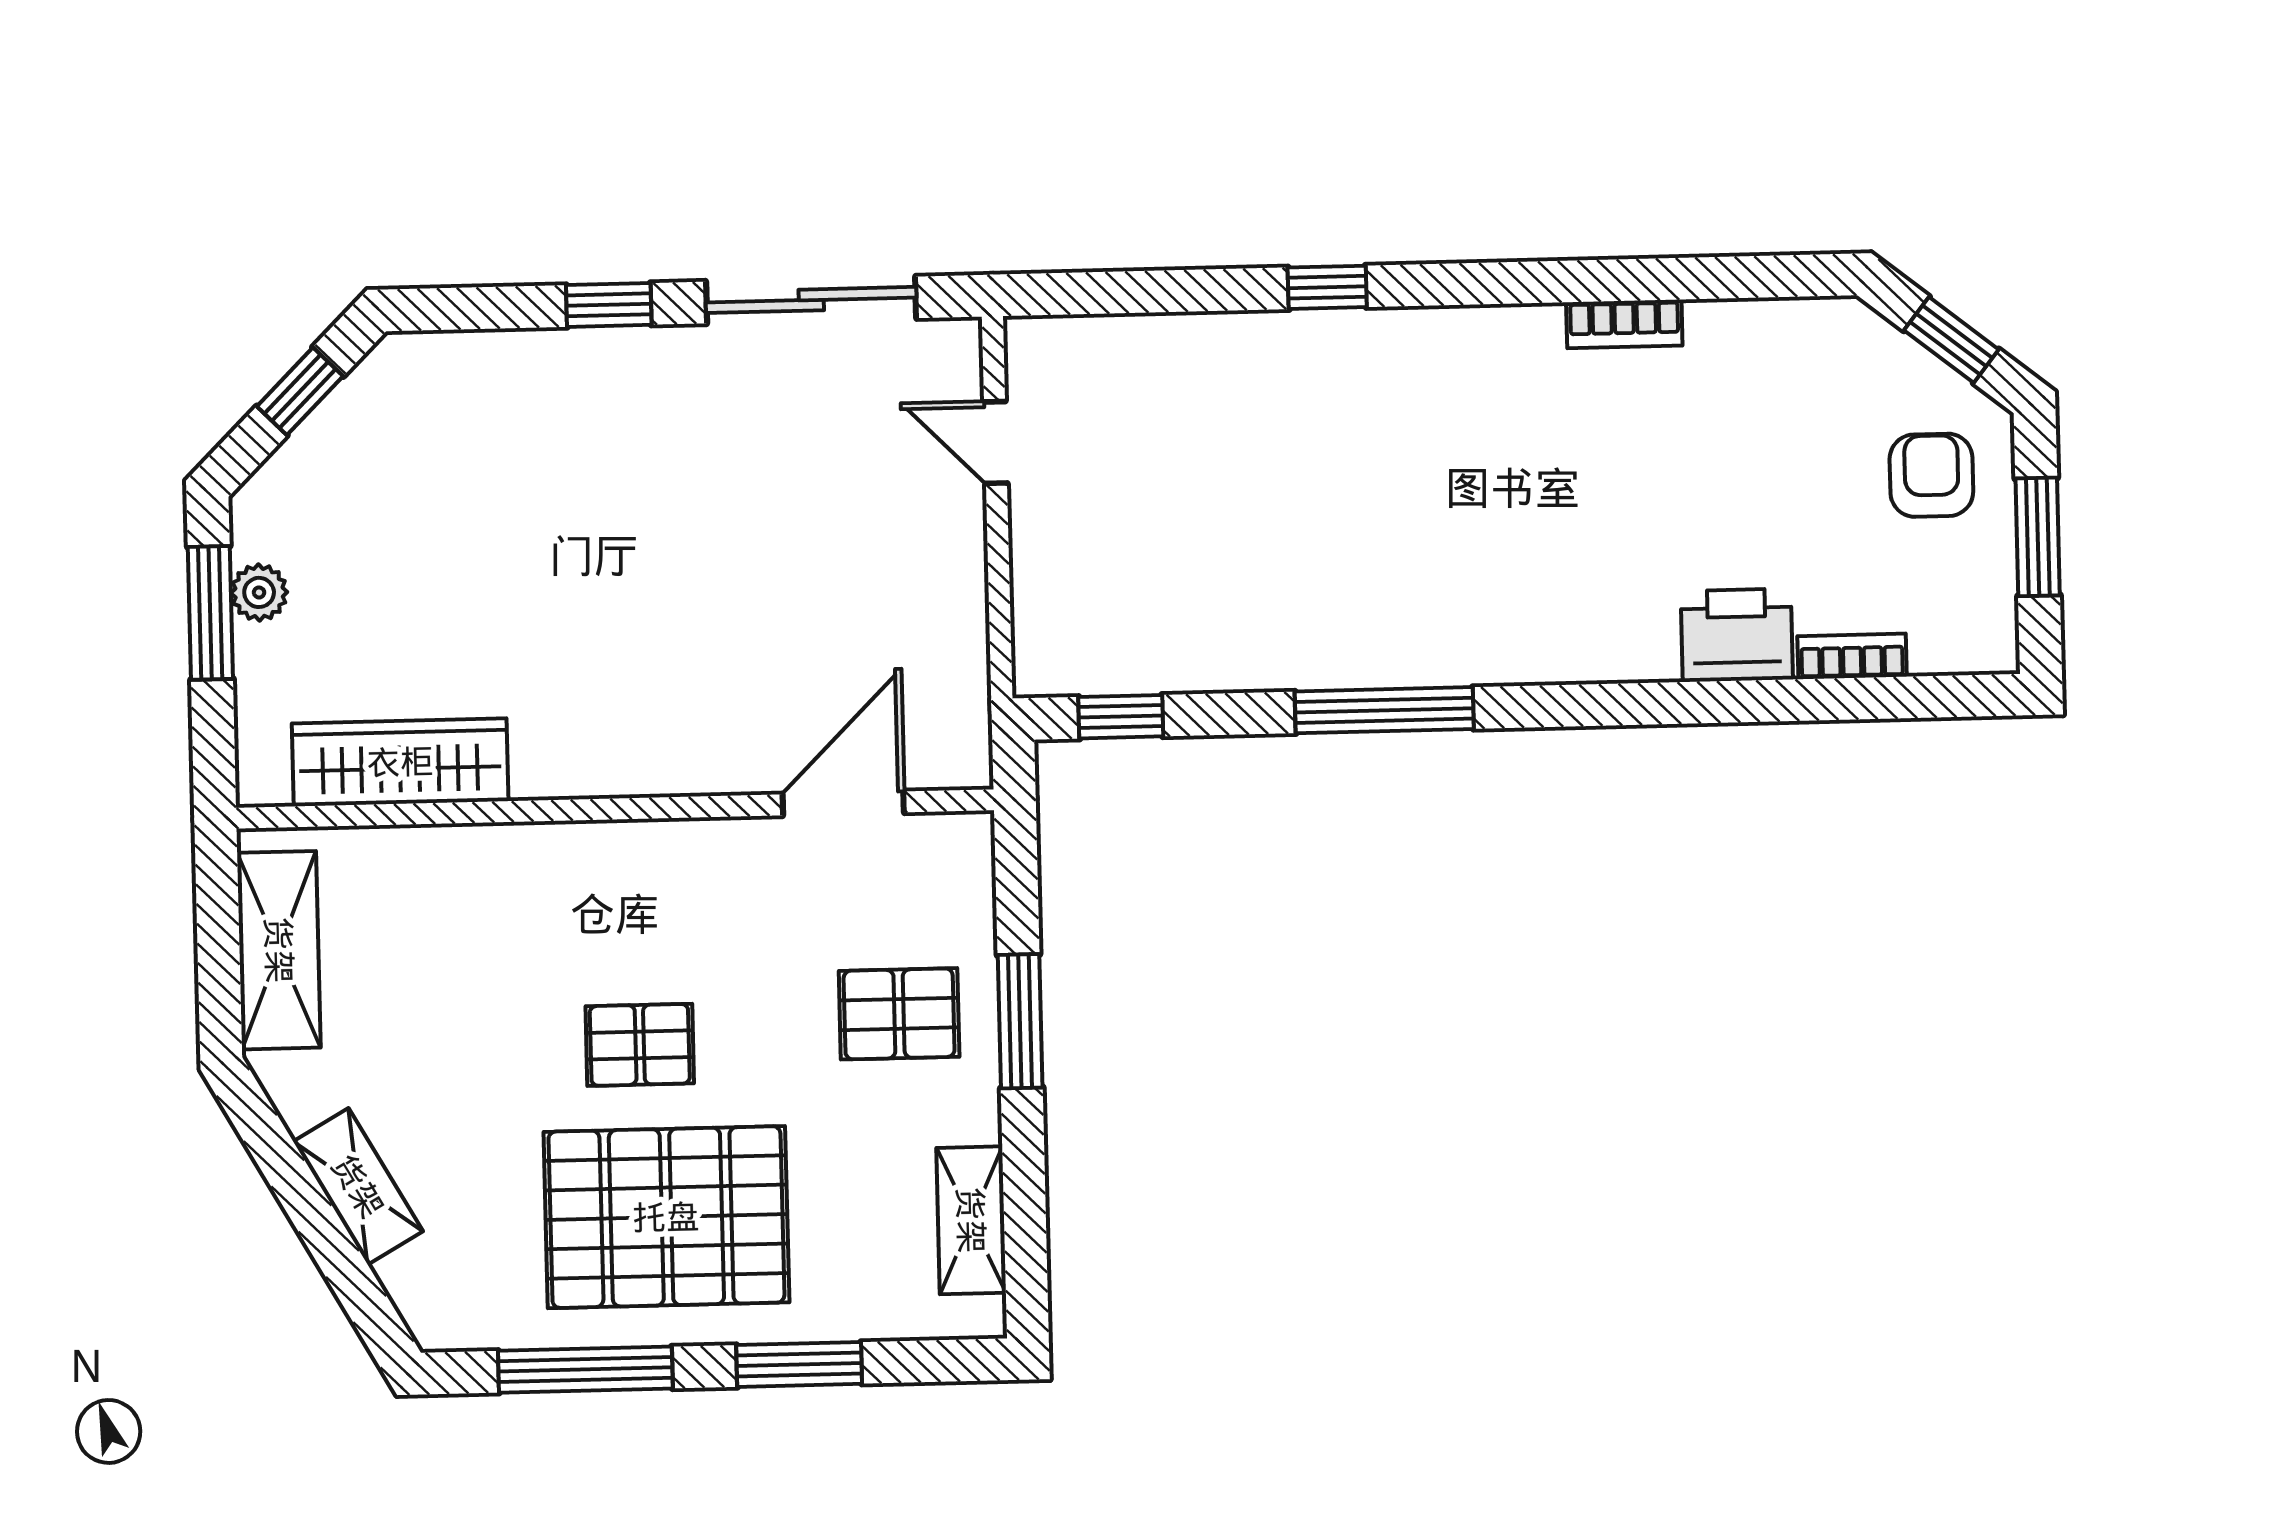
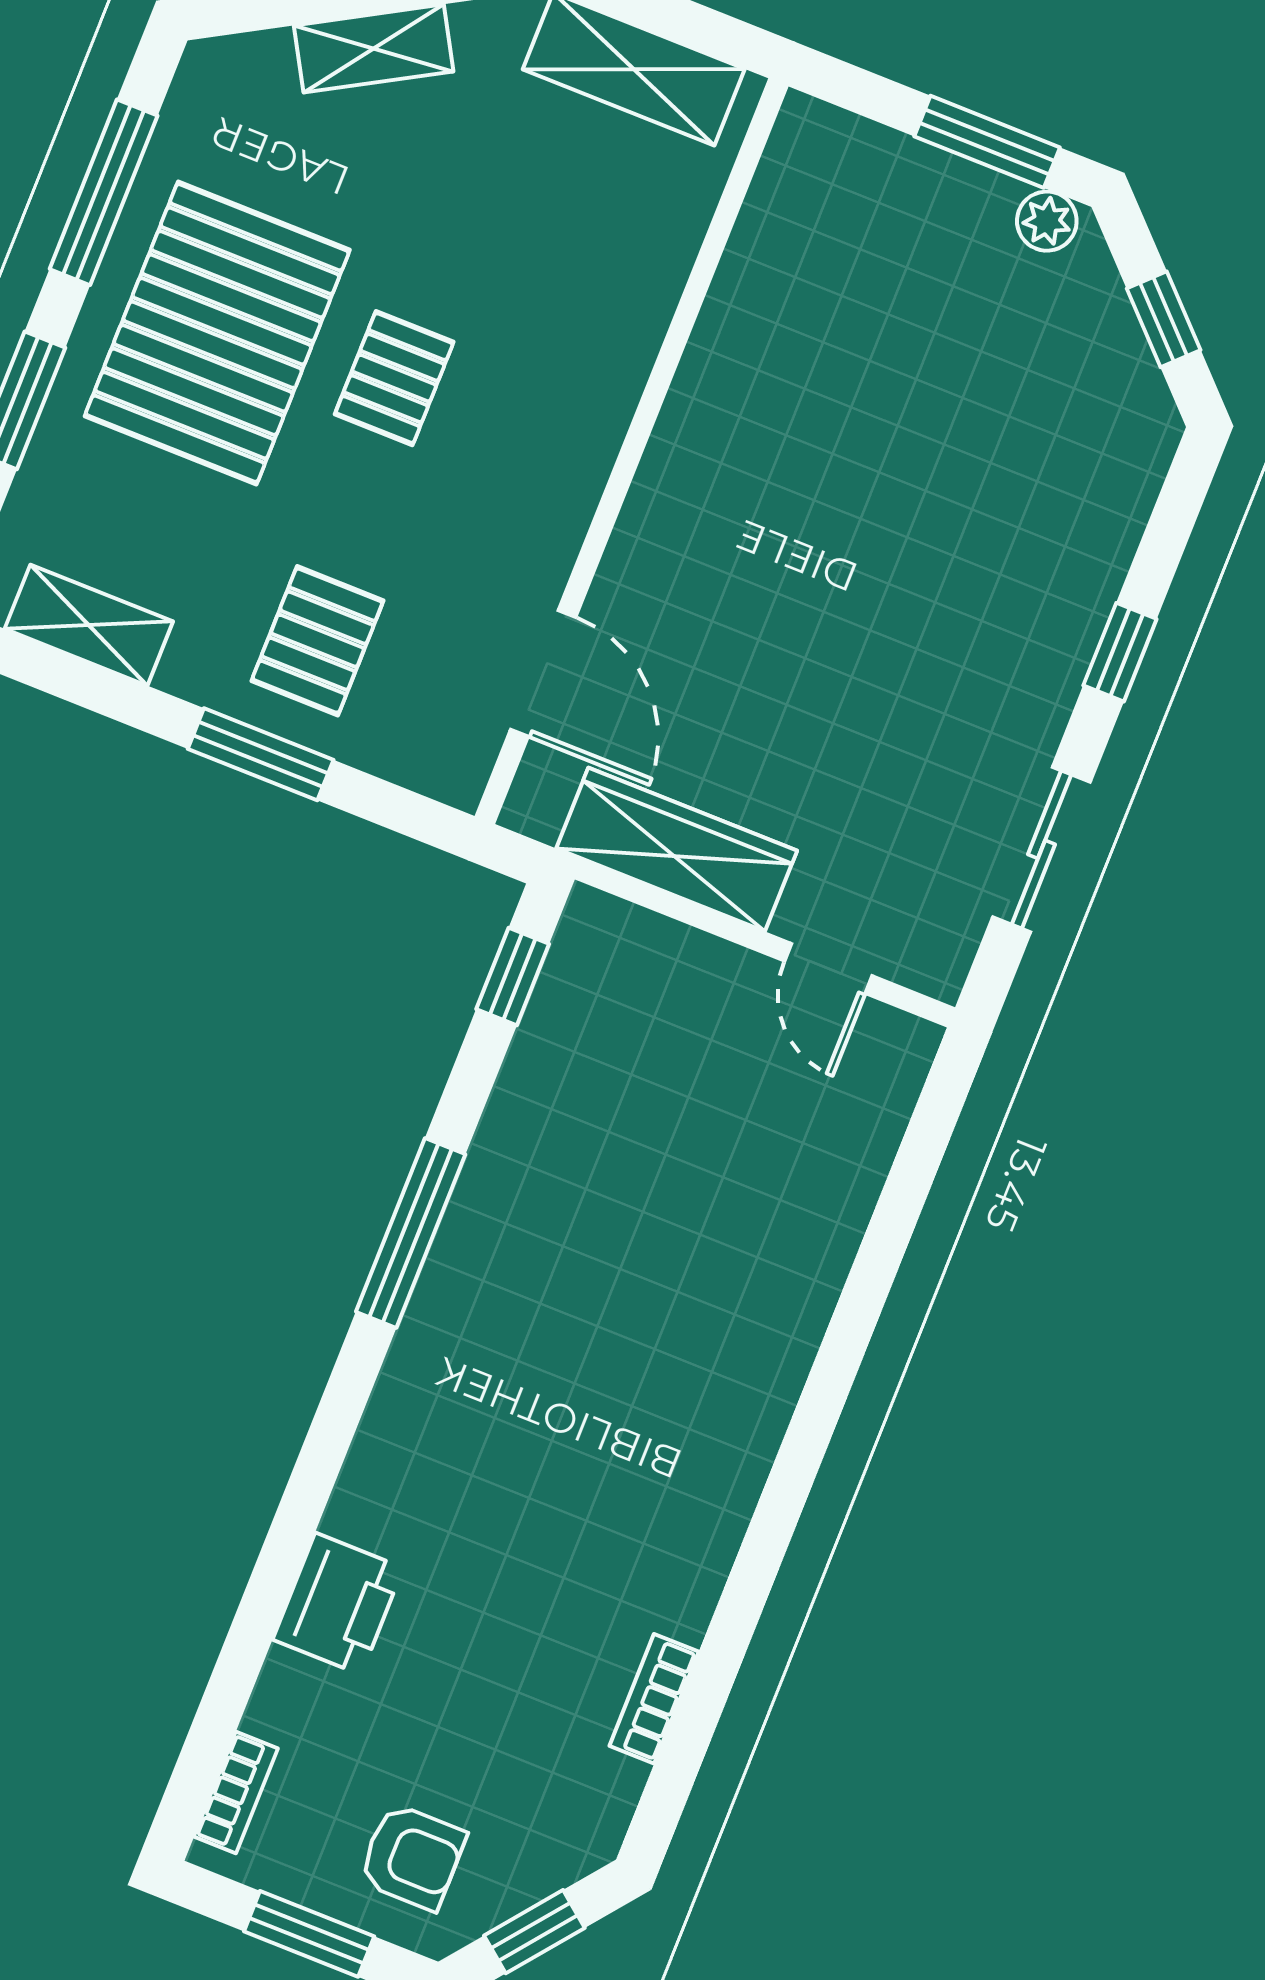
window: (1327, 287) -> (842, 1352), removed
sliding door: (811, 300) -> (1041, 849), width x0.73
bookcase: (1624, 324) -> (654, 1699), moved
door: (996, 443) -> (828, 968), swing flipped
plant: (259, 592) -> (1047, 221), moved
bookcase: (1852, 656) -> (236, 1793), moved
wardrobe: (400, 762) -> (677, 850), moved, turned -90

